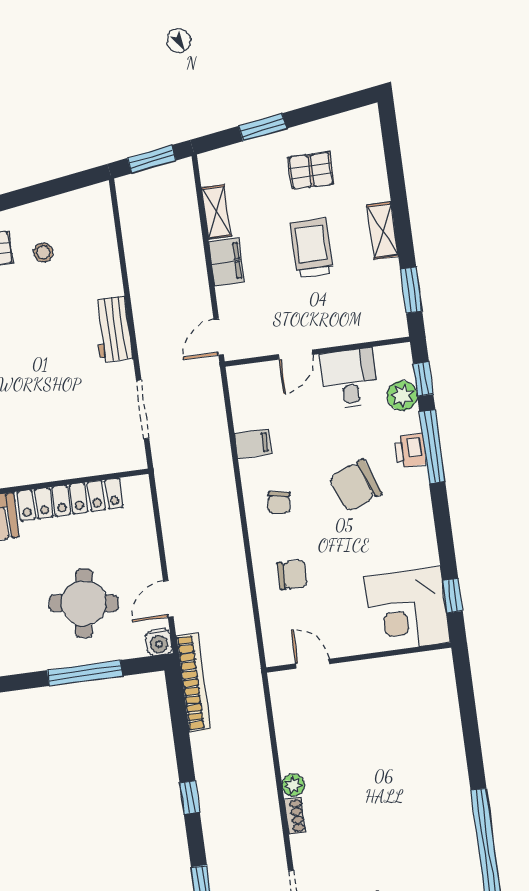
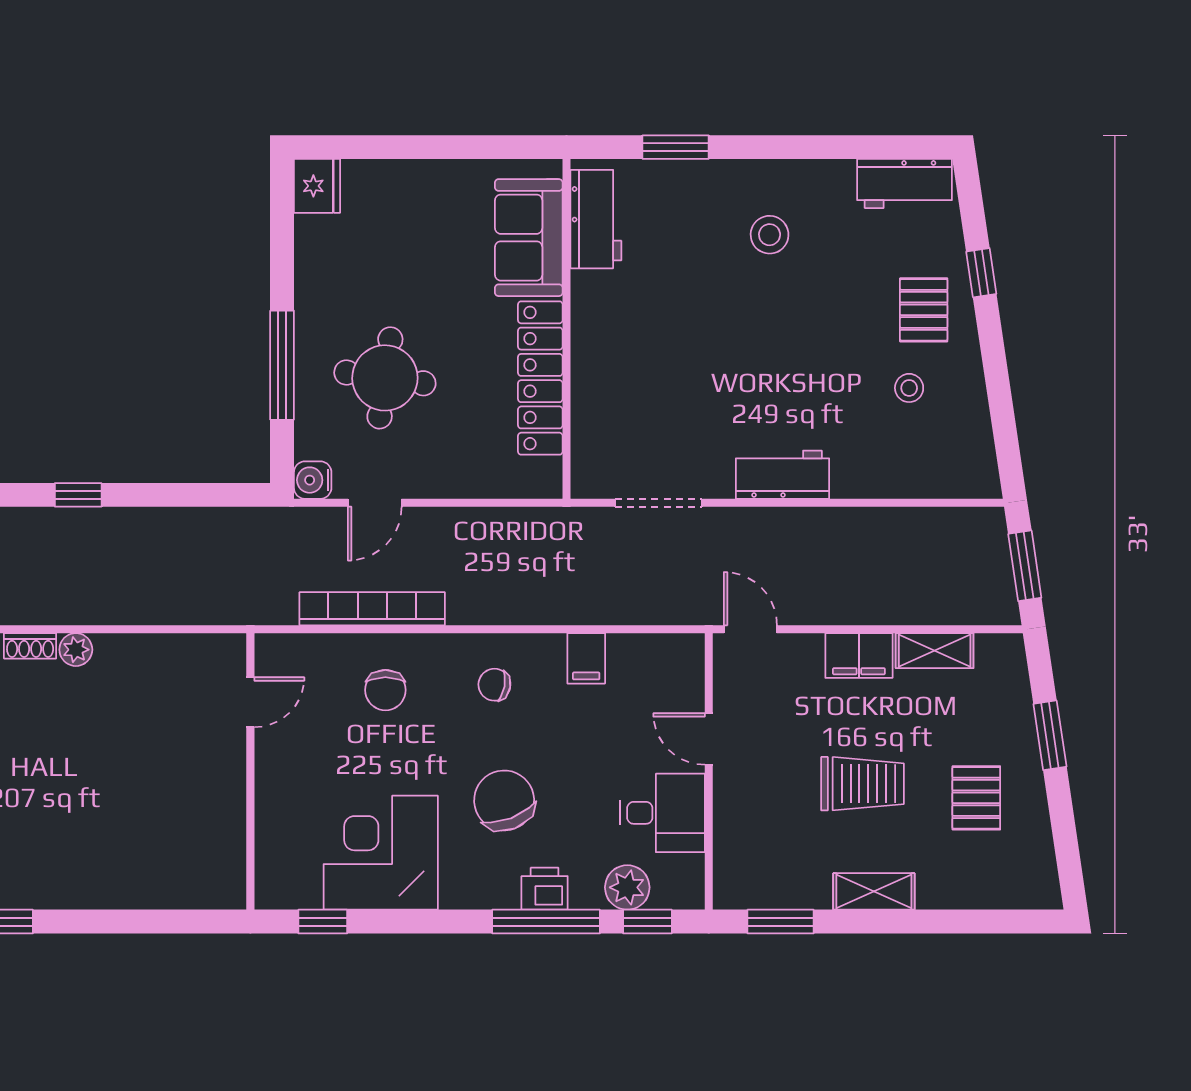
door: (168, 599) -> (375, 503), swing flipped
corner desk: (407, 609) -> (381, 853), moved
bookcase: (193, 683) -> (372, 609), moved, turned 180

